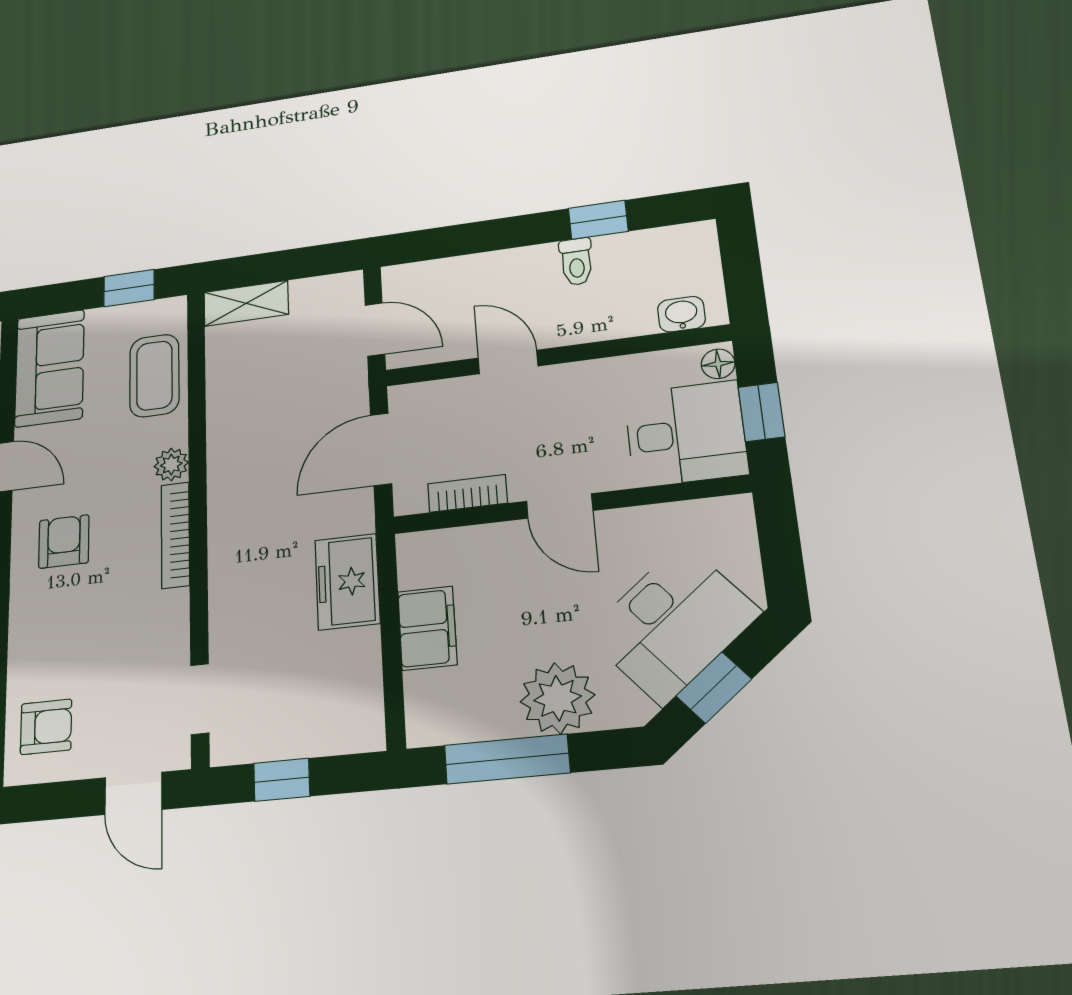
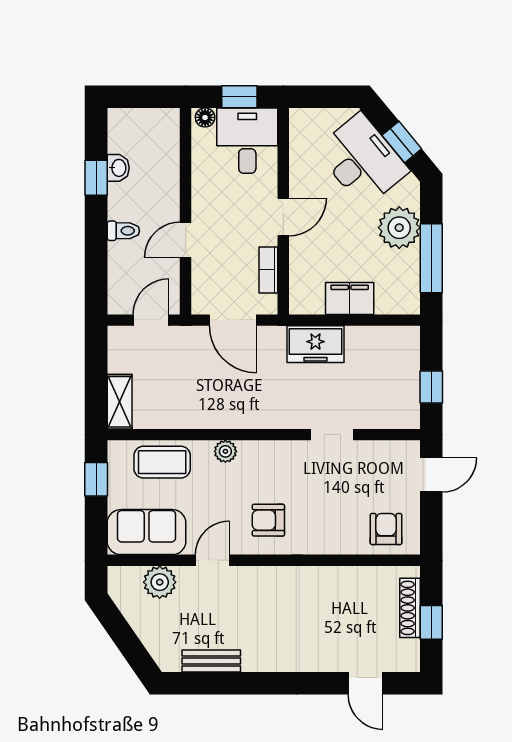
toilet: (576, 262) -> (123, 231), moved
washbasin: (681, 314) -> (118, 168), moved, turned 180
bookcase: (175, 535) -> (273, 449), removed
doorway: (200, 699) -> (332, 435), moved

